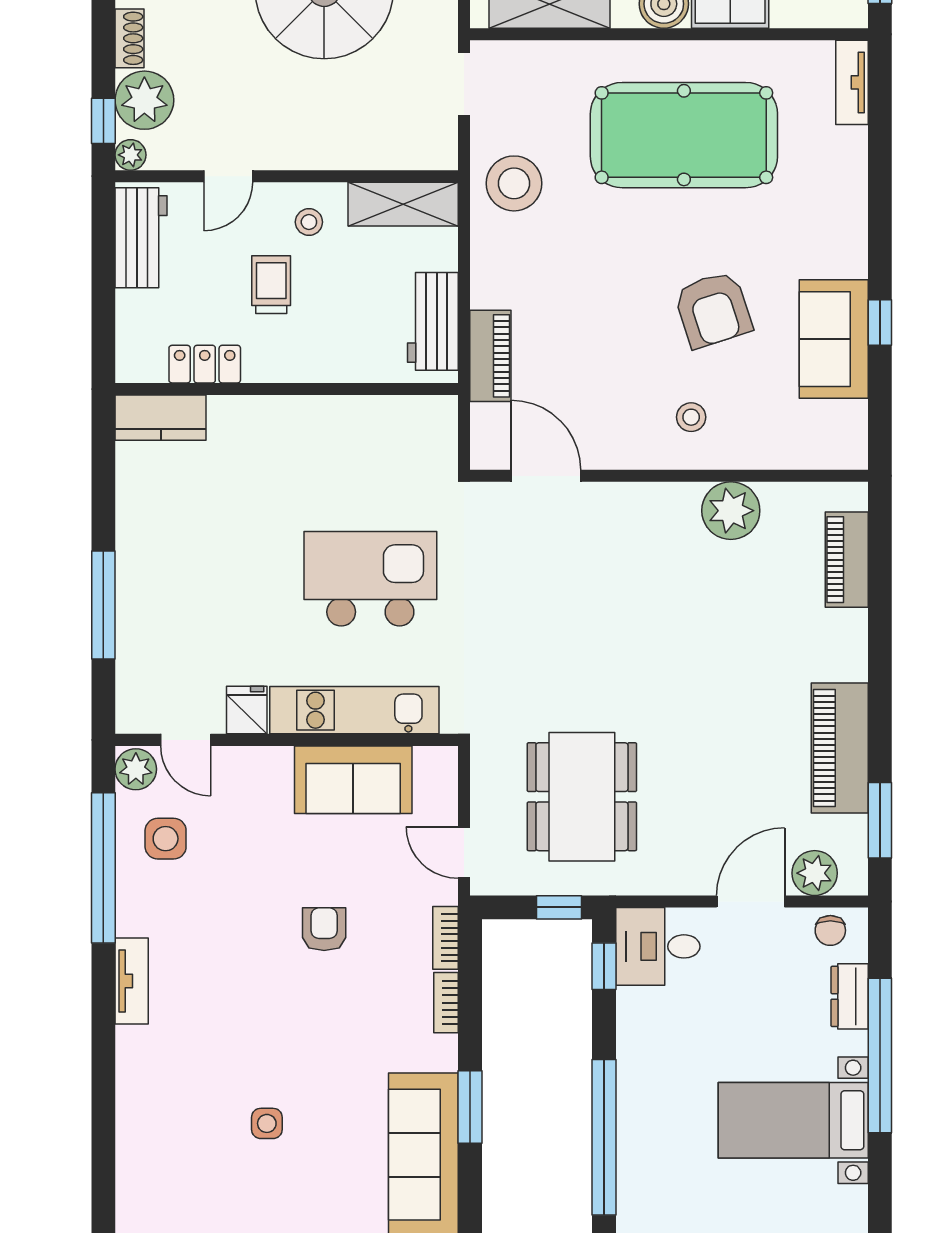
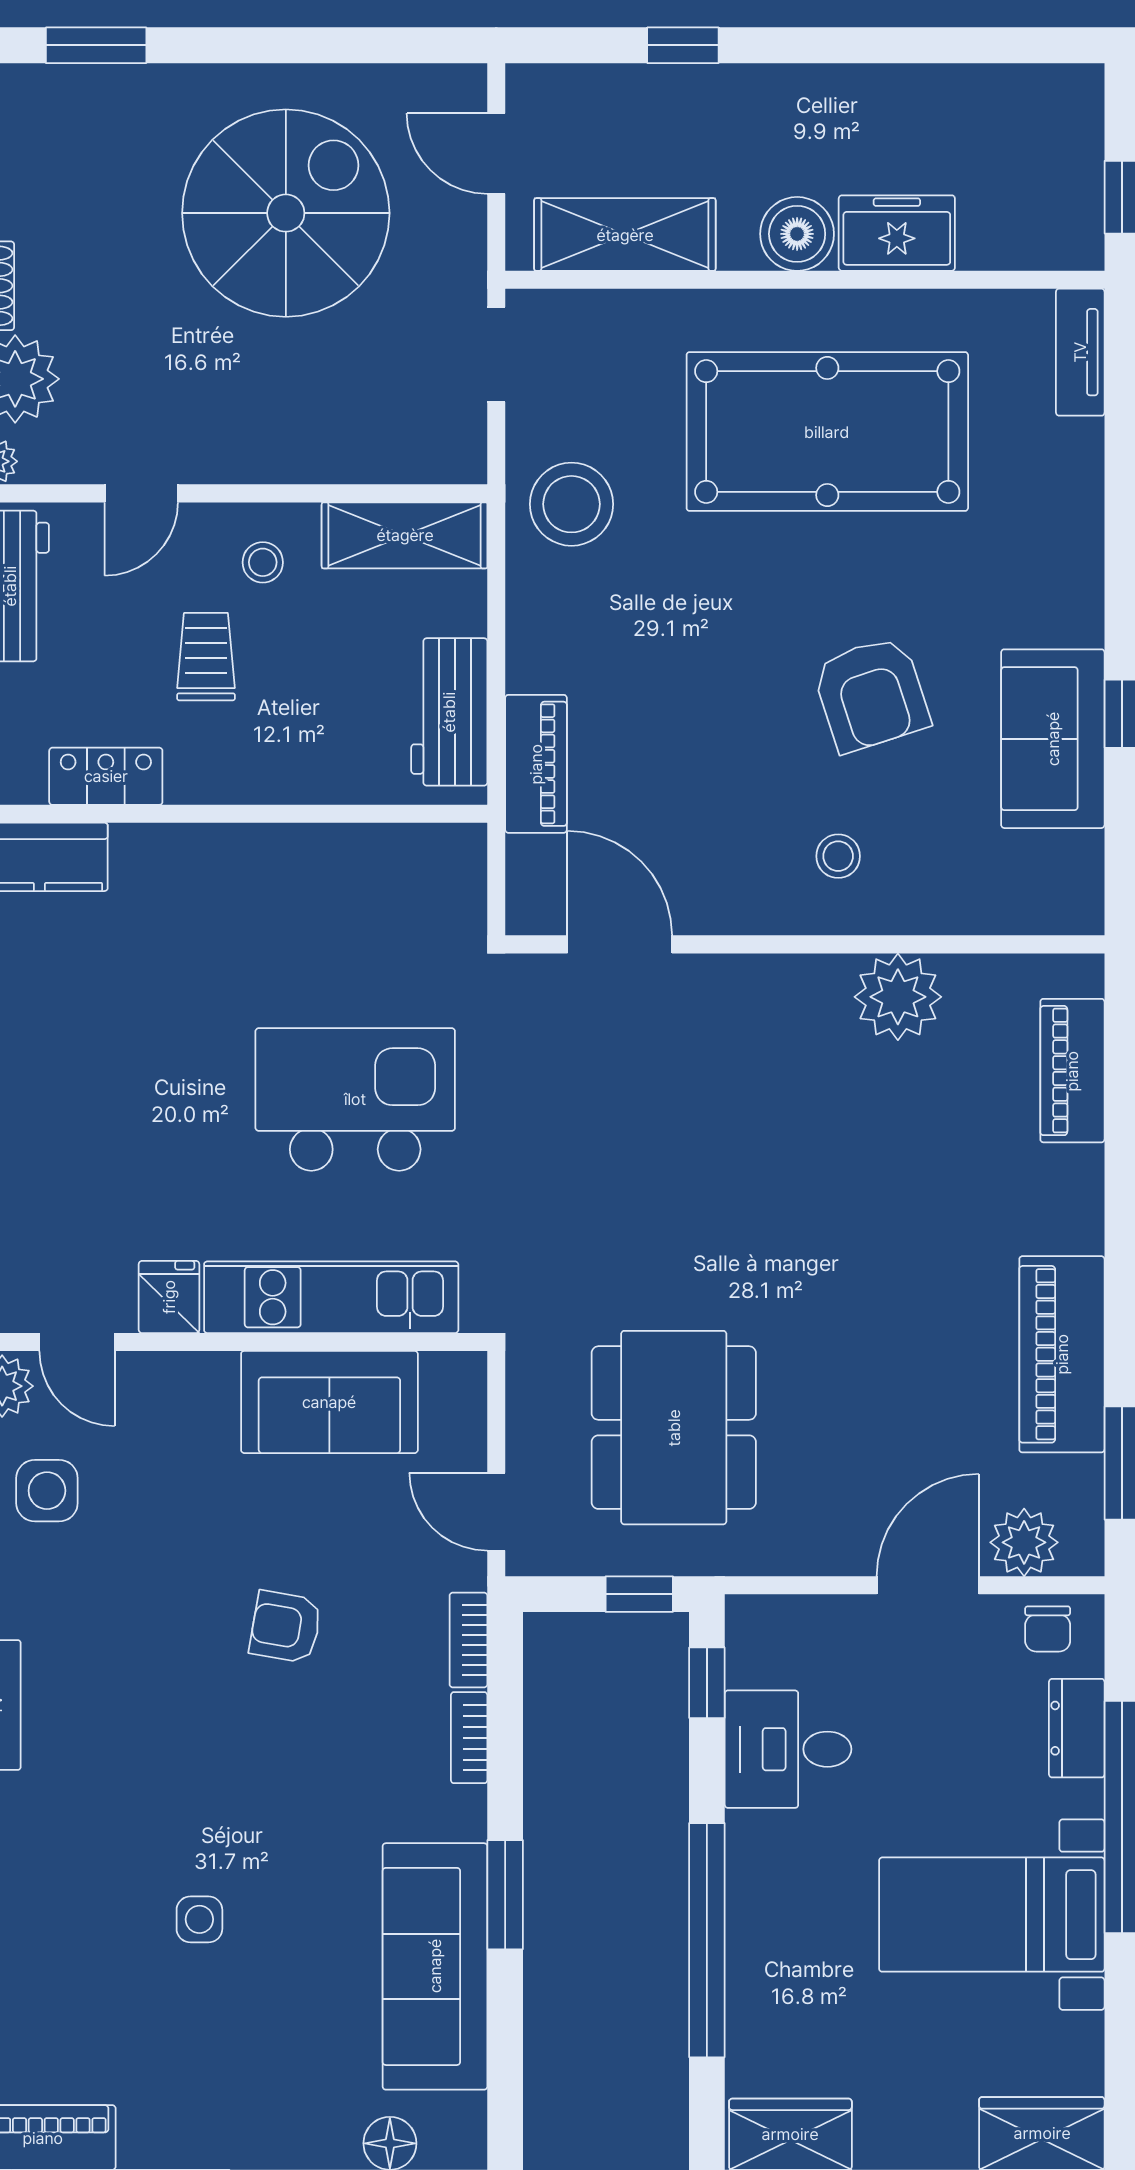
armchair: (324, 929) -> (286, 1627), turned -80
desk: (658, 946) -> (788, 1749), moved

